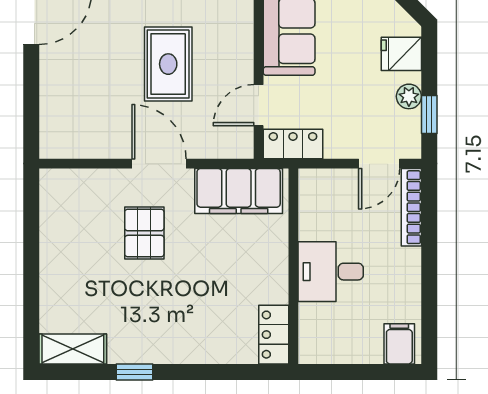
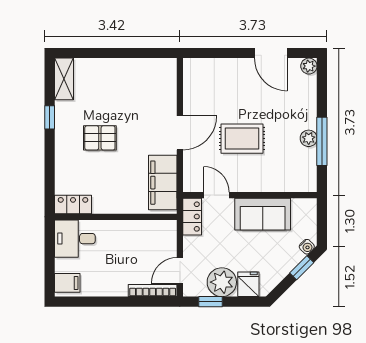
plant: (409, 96) -> (222, 282), width x1.87, depth x1.87
door: (379, 164) -> (180, 270), hinge flipped
pallet: (144, 233) -> (100, 138), moved
desk: (331, 272) -> (75, 239), moved, turned -90

